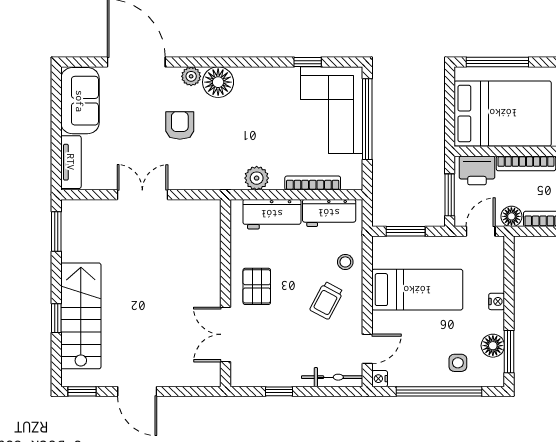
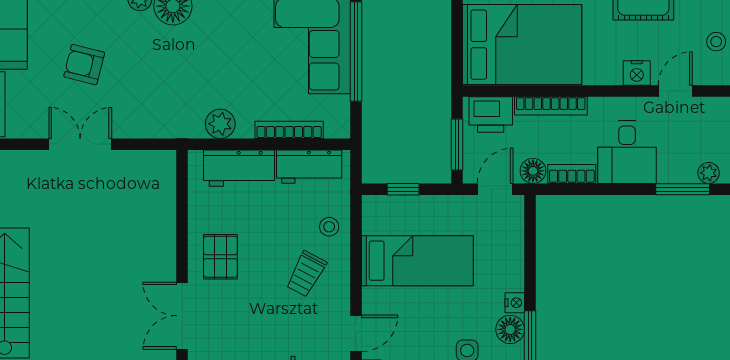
armchair: (180, 126) -> (84, 65), moved, turned -76
window: (406, 231) -> (403, 189), width x0.67
nightstand: (497, 301) -> (515, 303), moved

